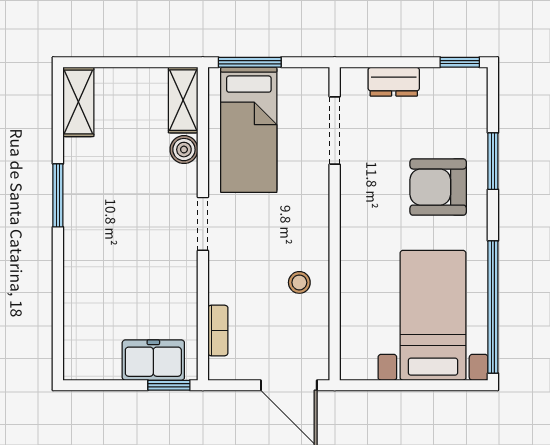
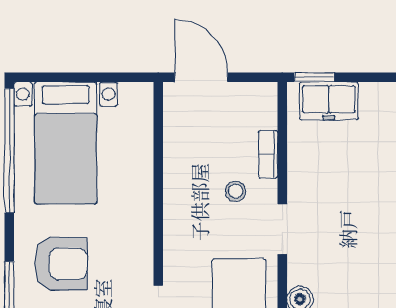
stool: (299, 282) -> (236, 191), moved
bookcase: (218, 330) -> (268, 154), moved

